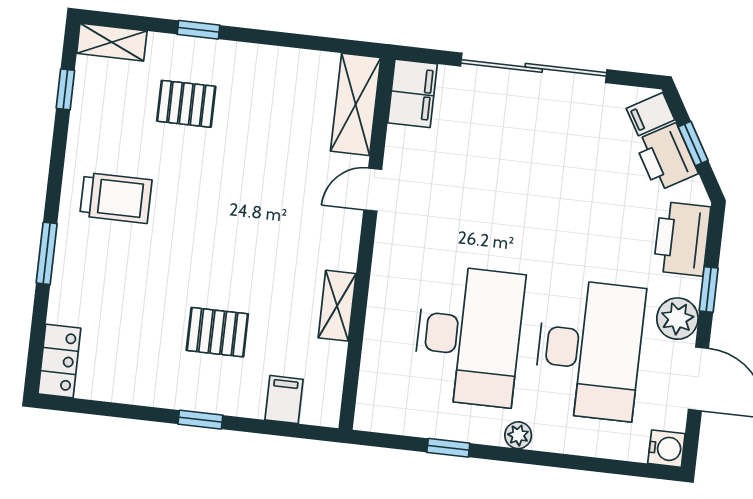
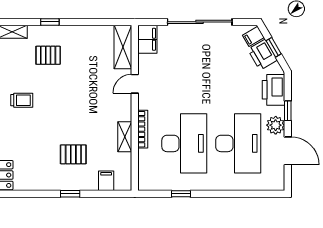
trolley: (116, 198) -> (22, 100), width x0.73, depth x0.72
bookcase: (379, 294) -> (143, 129), added
plant: (518, 435) -> (211, 185), removed
water cooler: (666, 449) -> (277, 183), removed

